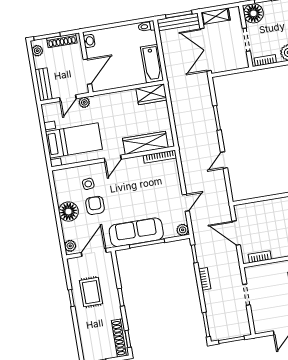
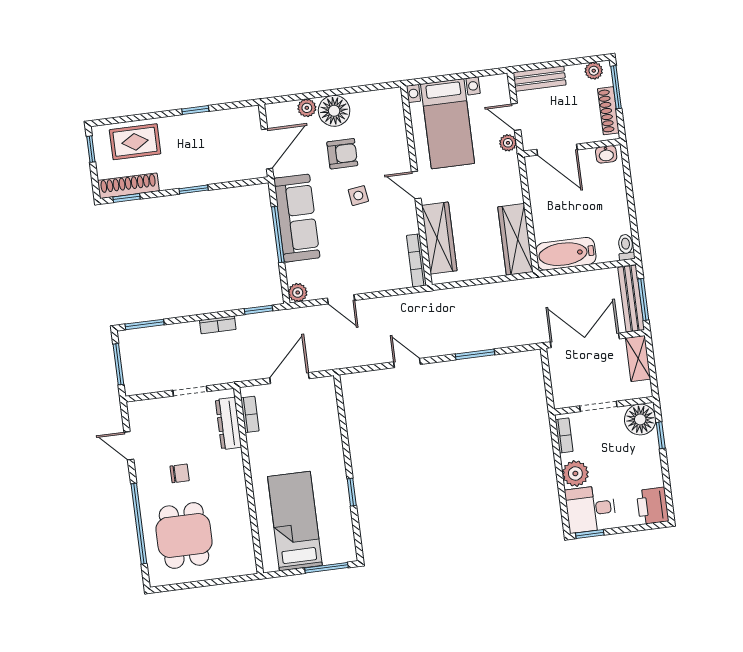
wardrobe: (151, 94) -> (515, 239), width x1.50
side table: (88, 184) -> (358, 196), moved
plant: (70, 246) -> (307, 108), moved
door: (94, 252) -> (267, 149), hinge flipped
dresser: (266, 270) -> (228, 423), added
rug: (91, 292) -> (135, 142), moved

